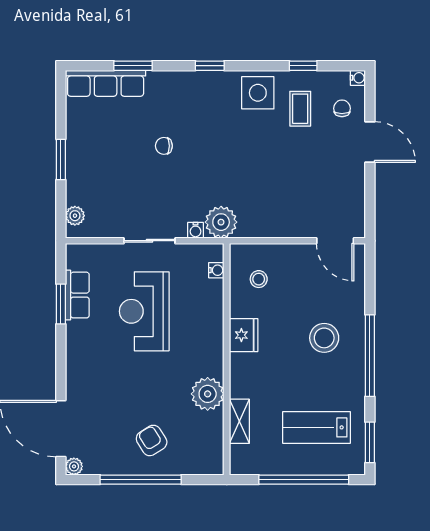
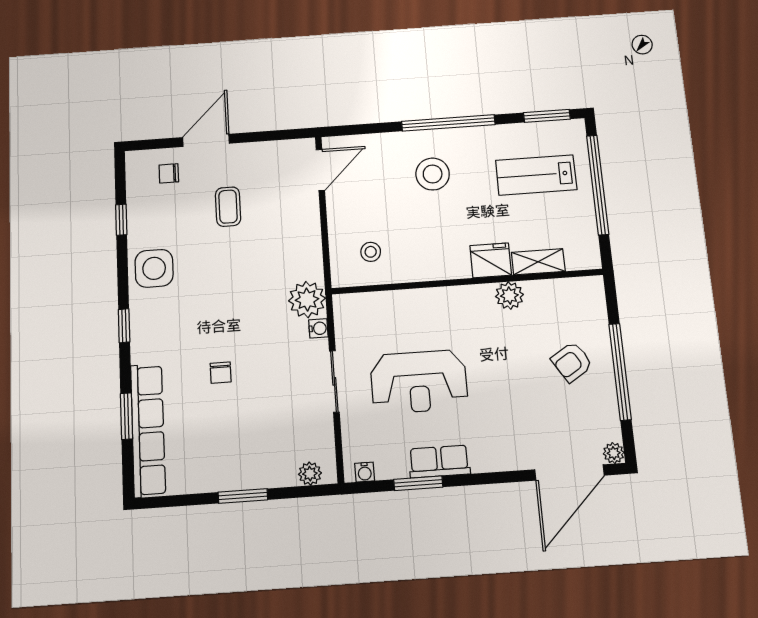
water cooler: (358, 78) -> (133, 159), removed
row of seats: (106, 83) -> (148, 430), width x1.36
coffee table: (300, 109) -> (228, 207), moved, turned 90
water cooler: (216, 270) -> (365, 472), moved, turned 180
row of seats: (77, 295) -> (439, 461), moved
fridge: (244, 335) -> (491, 260), moved
plant: (208, 394) -> (509, 295), width x0.73, depth x0.73
lab bench: (317, 427) -> (536, 175), turned 90

